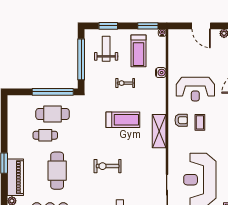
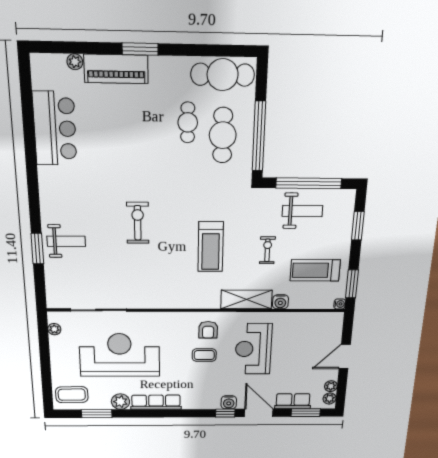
weight bench: (106, 49) -> (302, 211), moved
shelving: (159, 131) -> (246, 299), moved
cafe table: (57, 171) -> (223, 75), moved

